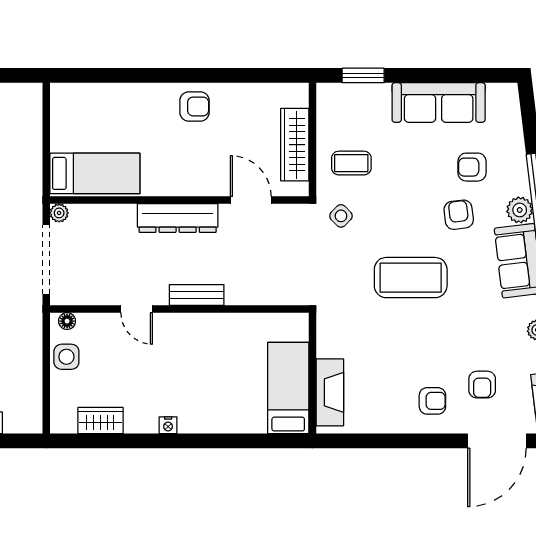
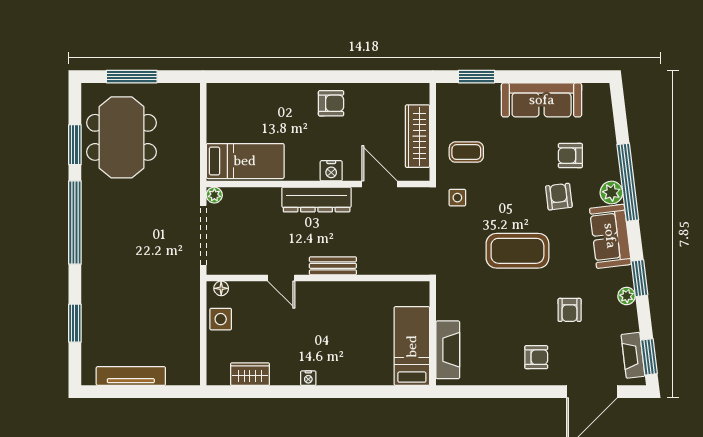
nightstand: (195, 185) -> (331, 171), added
side table: (341, 216) -> (457, 198), turned 45
armchair: (482, 385) -> (570, 310), moved

